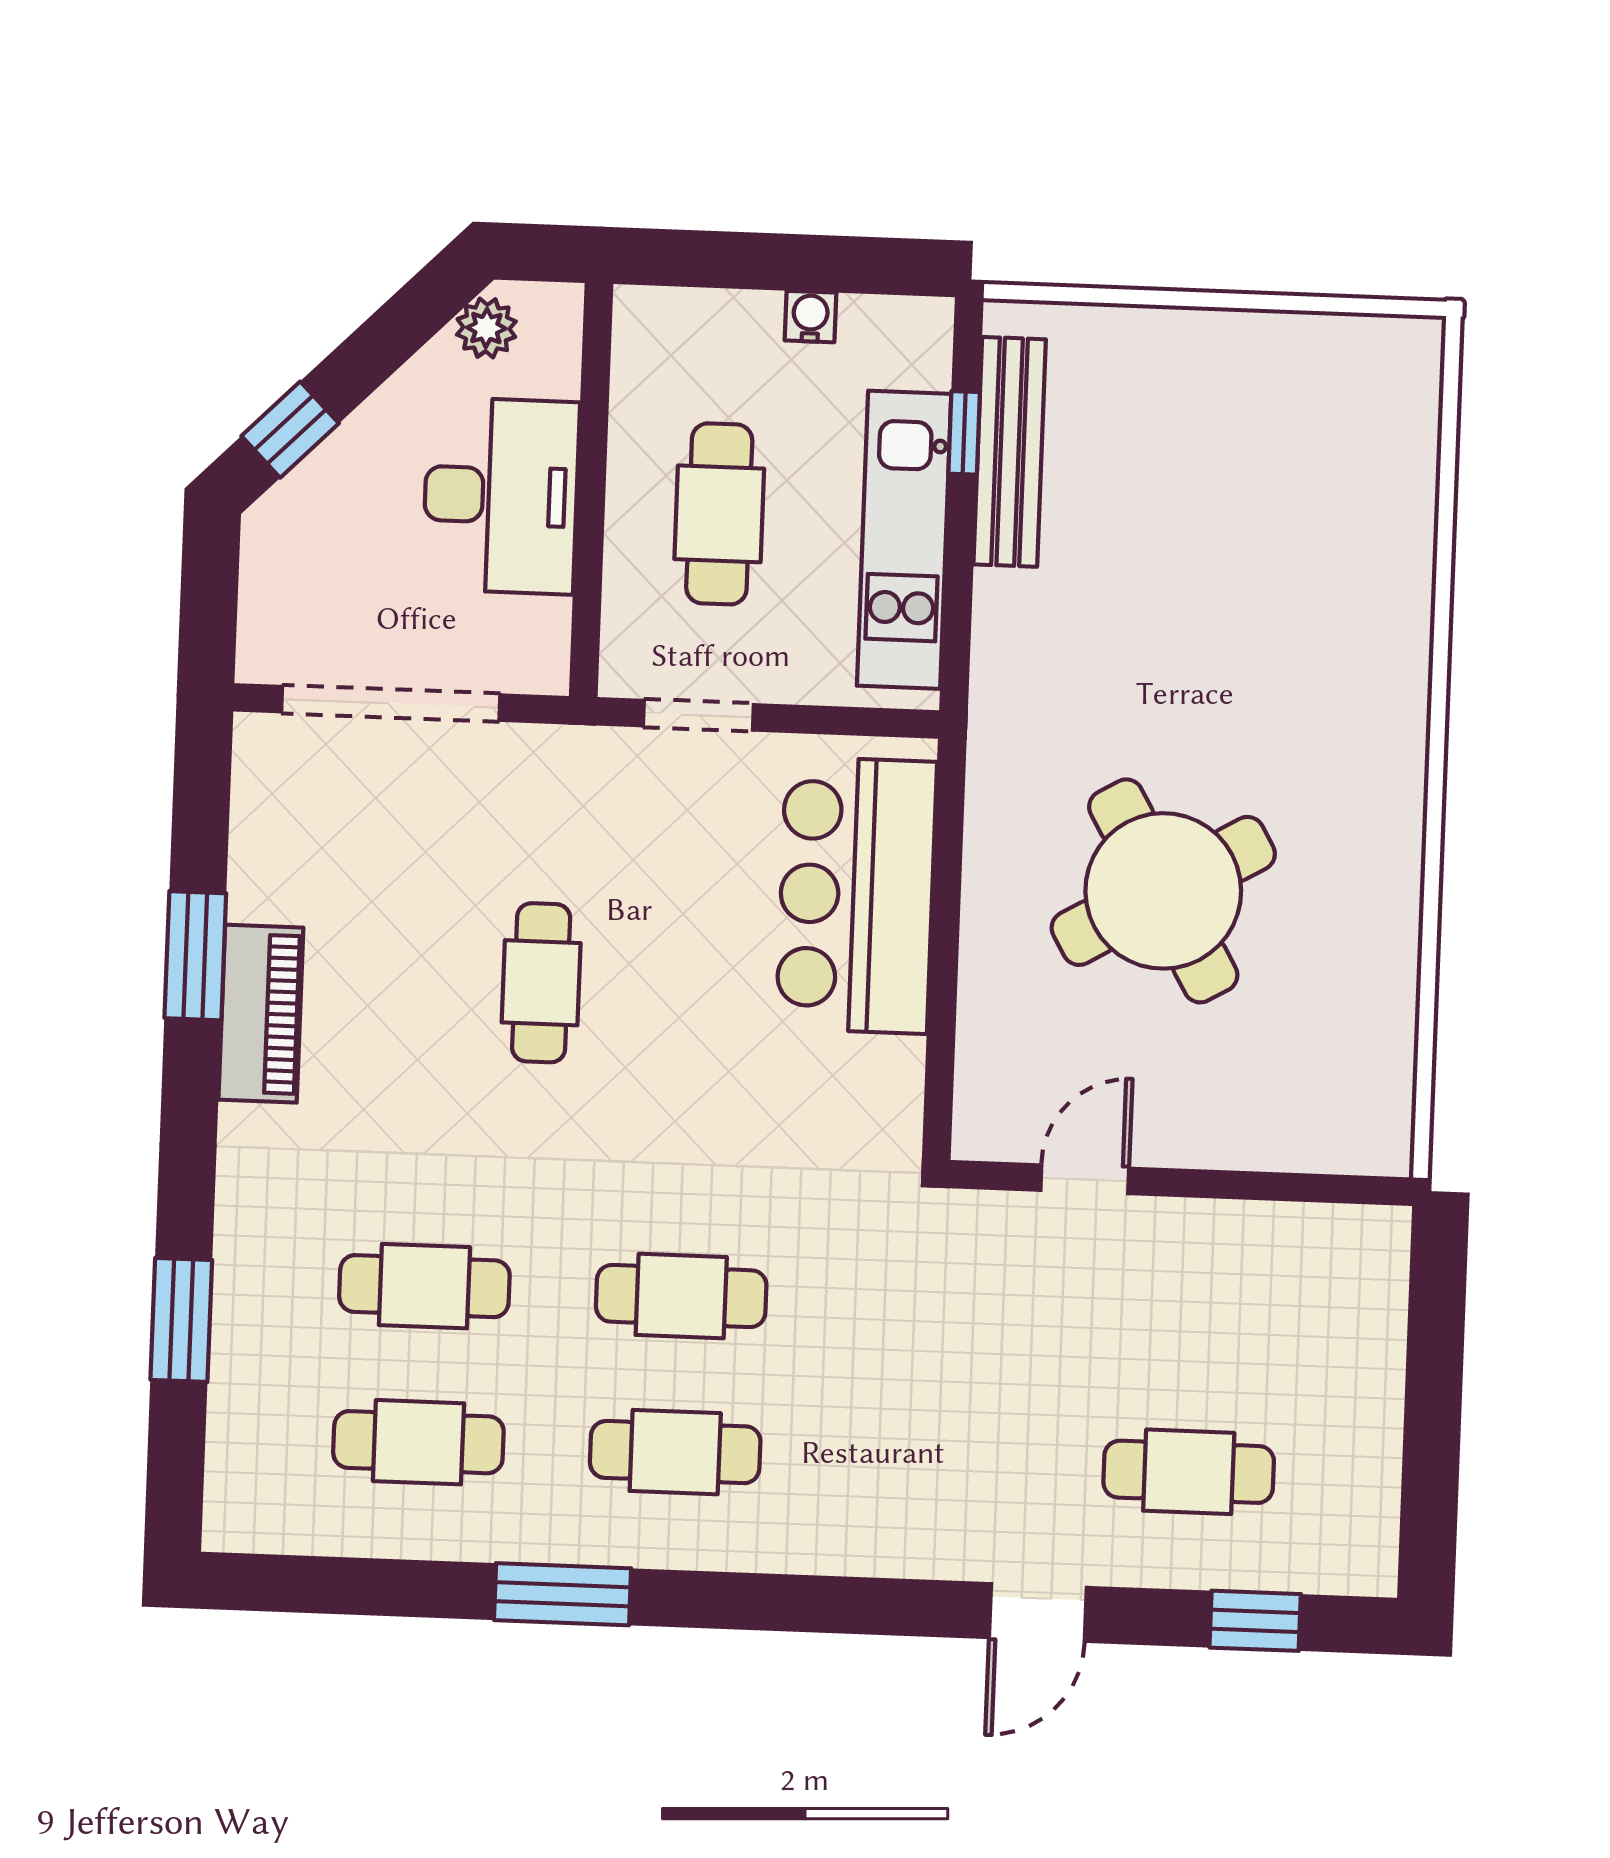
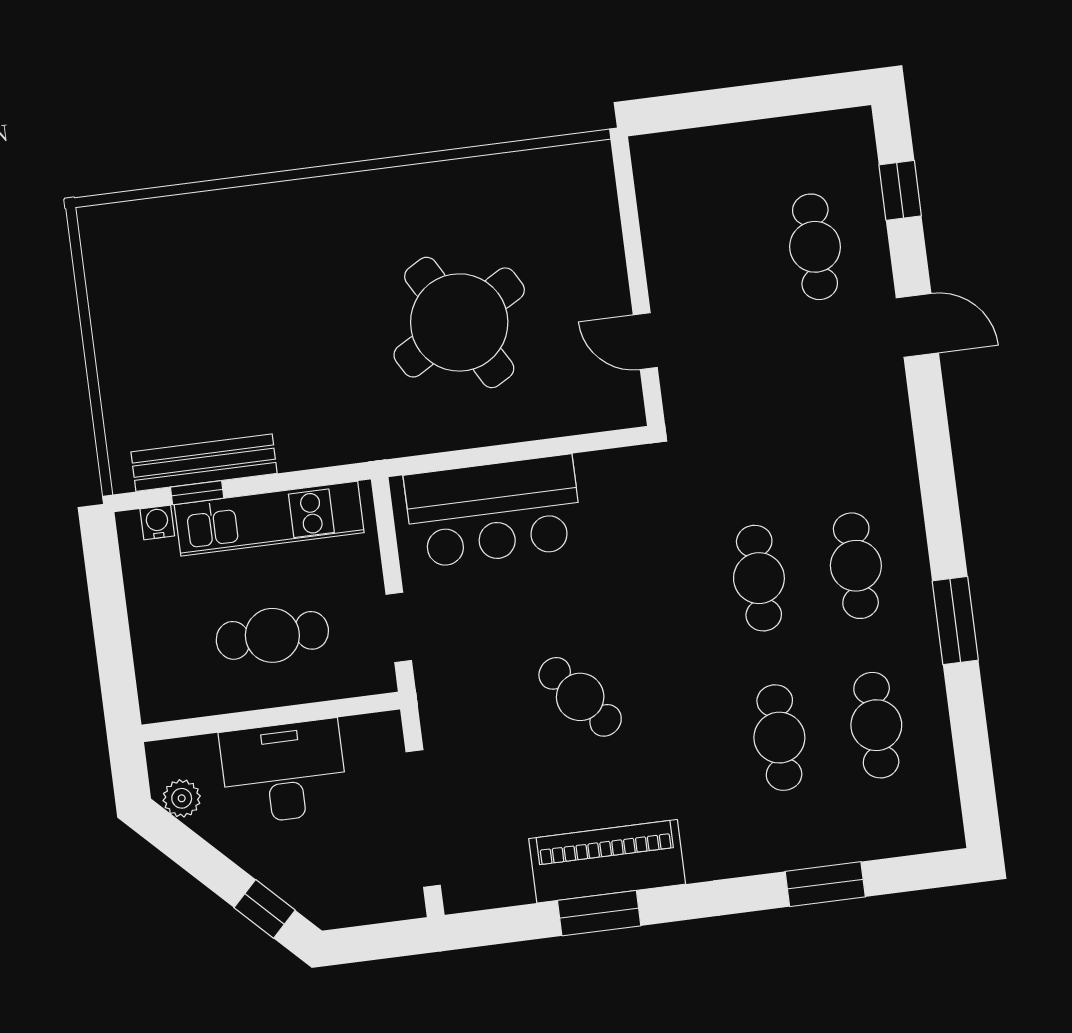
water cooler: (810, 317) -> (157, 522), moved, turned 90
cafe table: (541, 983) -> (580, 697), turned 50
piano: (261, 1014) -> (607, 861), width x1.37, depth x1.33

